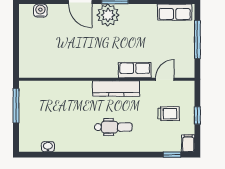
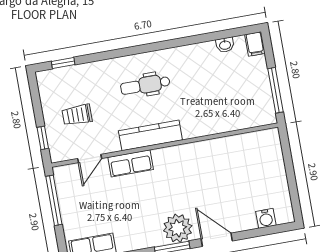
window: (197, 40) -> (54, 200), moved
window: (197, 115) -> (43, 138), moved
filing cabinet: (188, 143) -> (255, 44), moved

